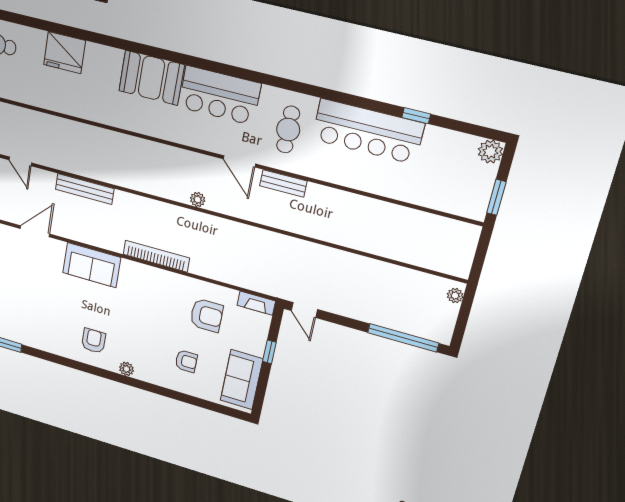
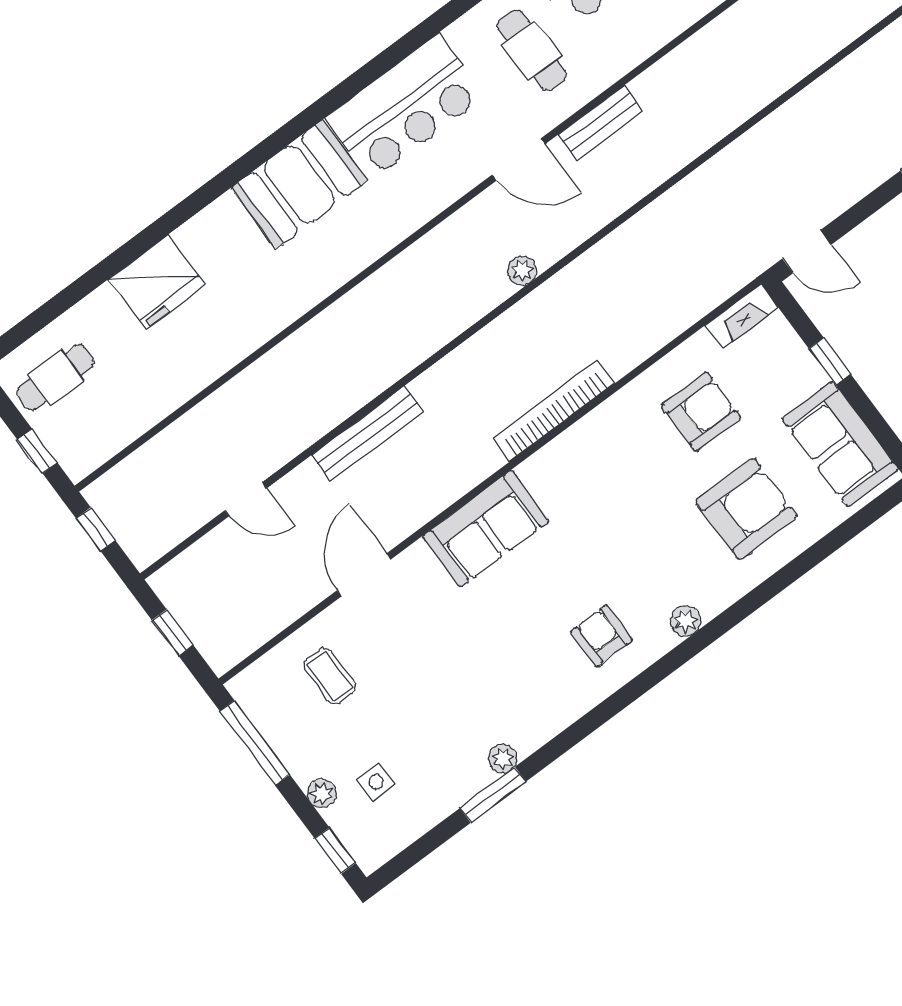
plant: (21, 337) -> (503, 759), added
armchair: (186, 361) -> (746, 509), width x1.88, depth x1.88

